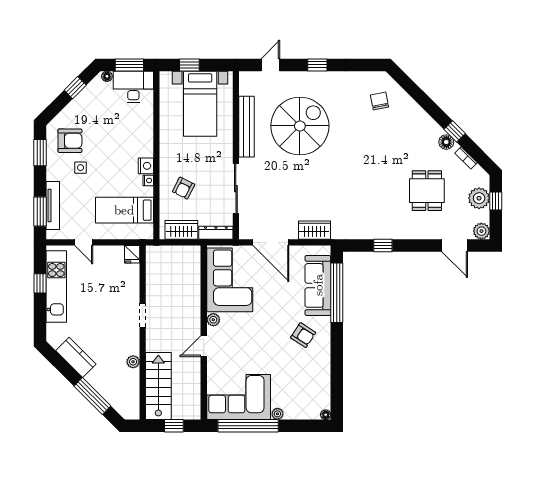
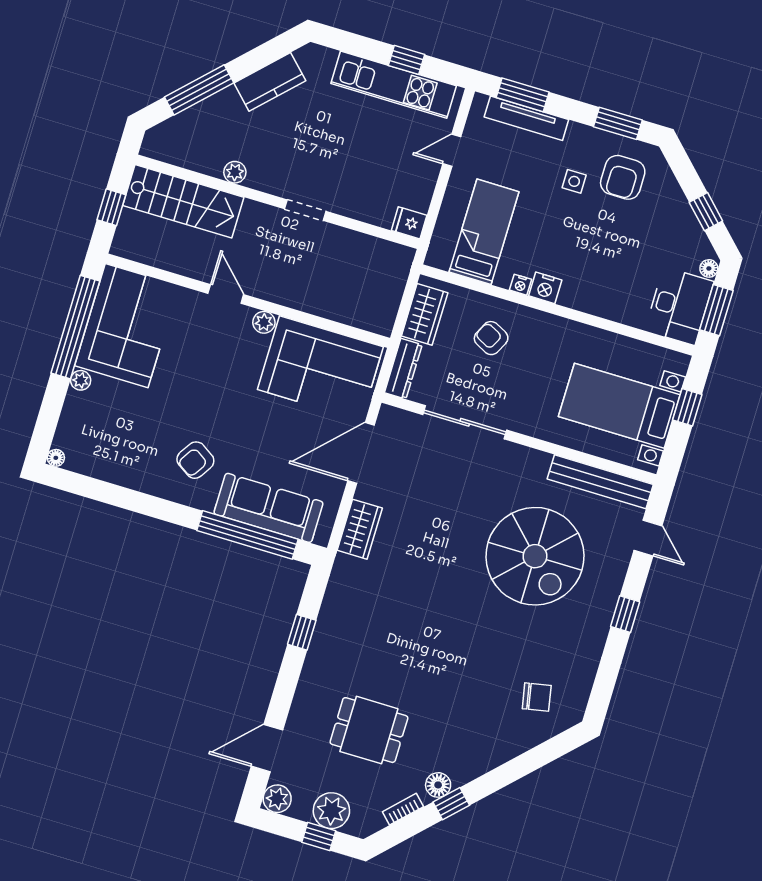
bench: (247, 127) -> (600, 482), moved

